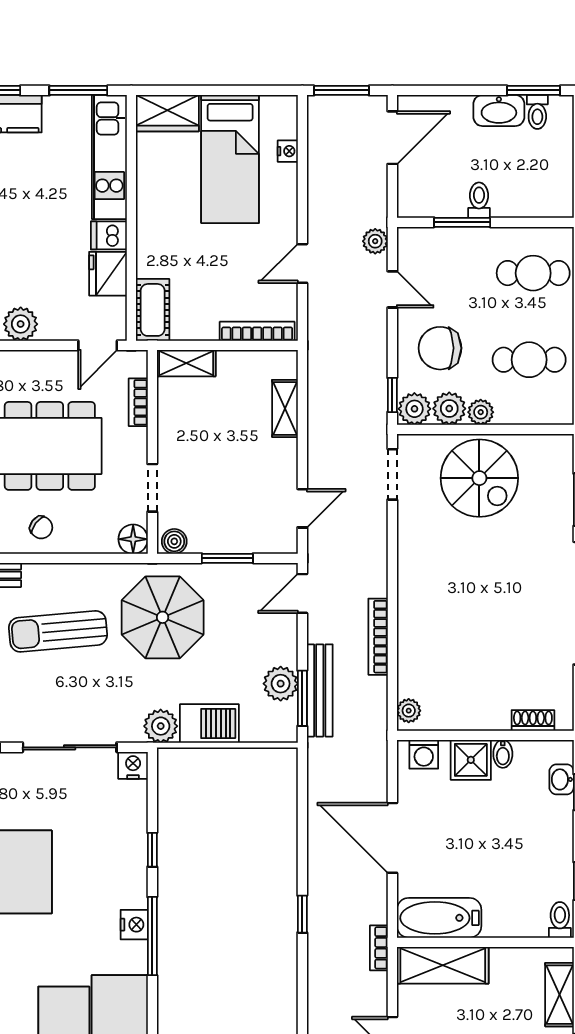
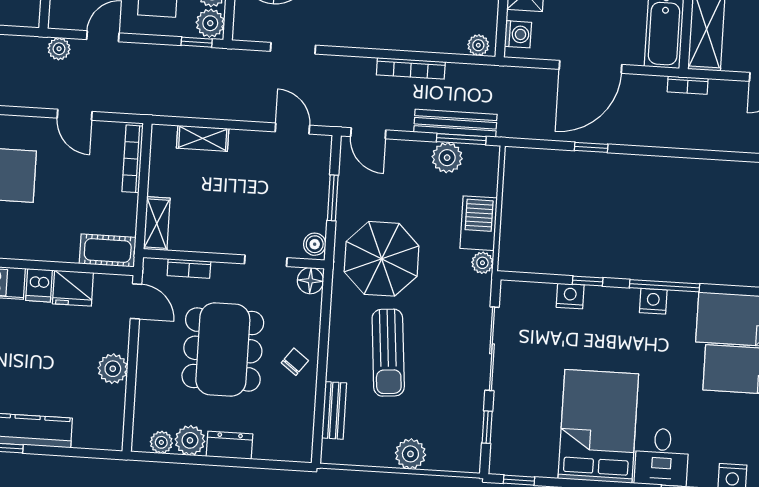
doorway: (392, 474) -> (293, 48), moved
plant: (161, 726) -> (482, 263), width x0.73, depth x0.73
nightstand: (133, 765) -> (570, 296), moved, turned 90
window: (302, 914) -> (591, 147), moved

